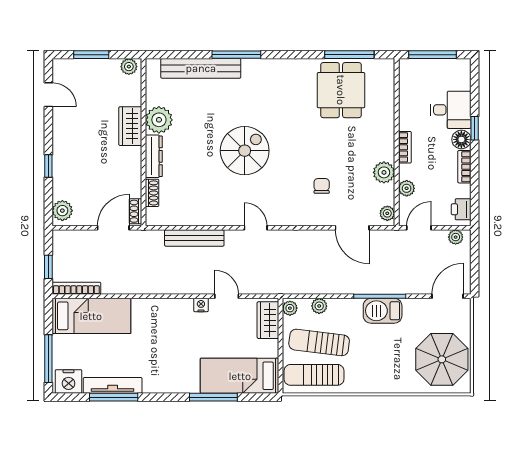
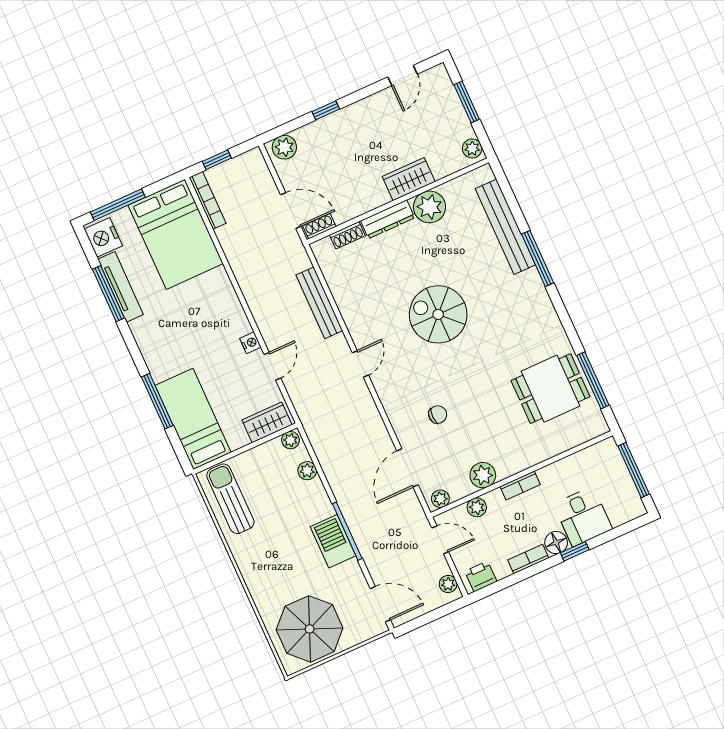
spiral stairs: (245, 151) -> (438, 314), turned 180
bed: (91, 316) -> (176, 234), width x1.50
sun lounger: (319, 342) -> (268, 488), removed

